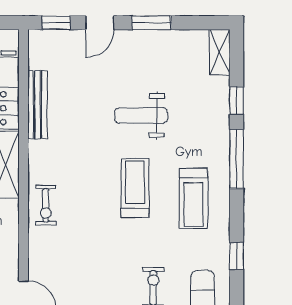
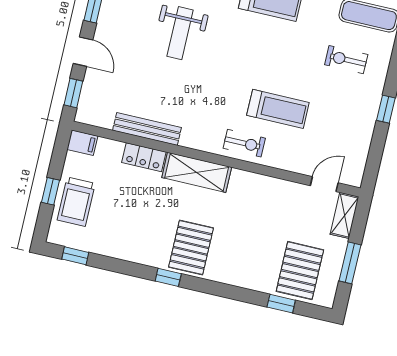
treadmill: (135, 188) -> (278, 109), moved, turned 180

